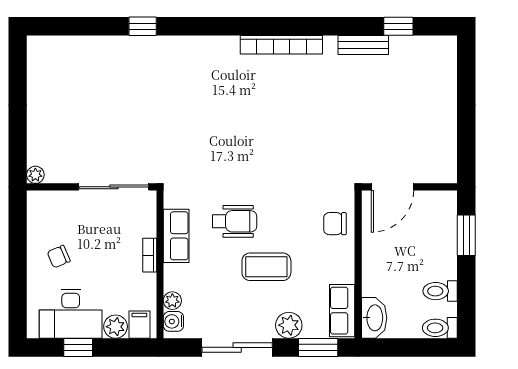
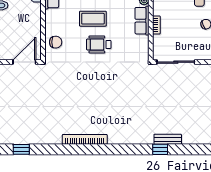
bench: (363, 45) -> (168, 139), moved
wheelchair: (235, 221) -> (99, 44), moved
row of seats: (176, 236) -> (142, 21), moved

